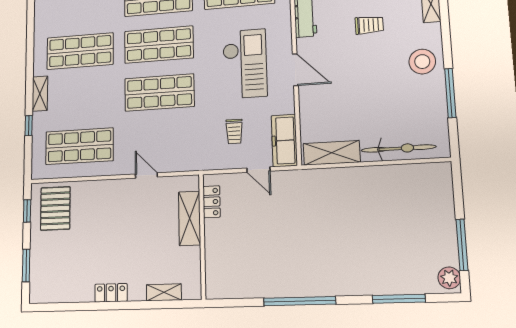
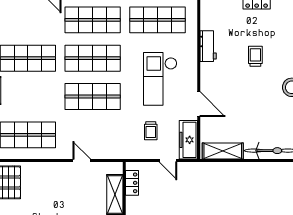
trolley: (369, 25) -> (255, 56), turned -90
checkout: (245, 64) -> (160, 79), turned 180
door: (295, 70) -> (199, 104), moved

